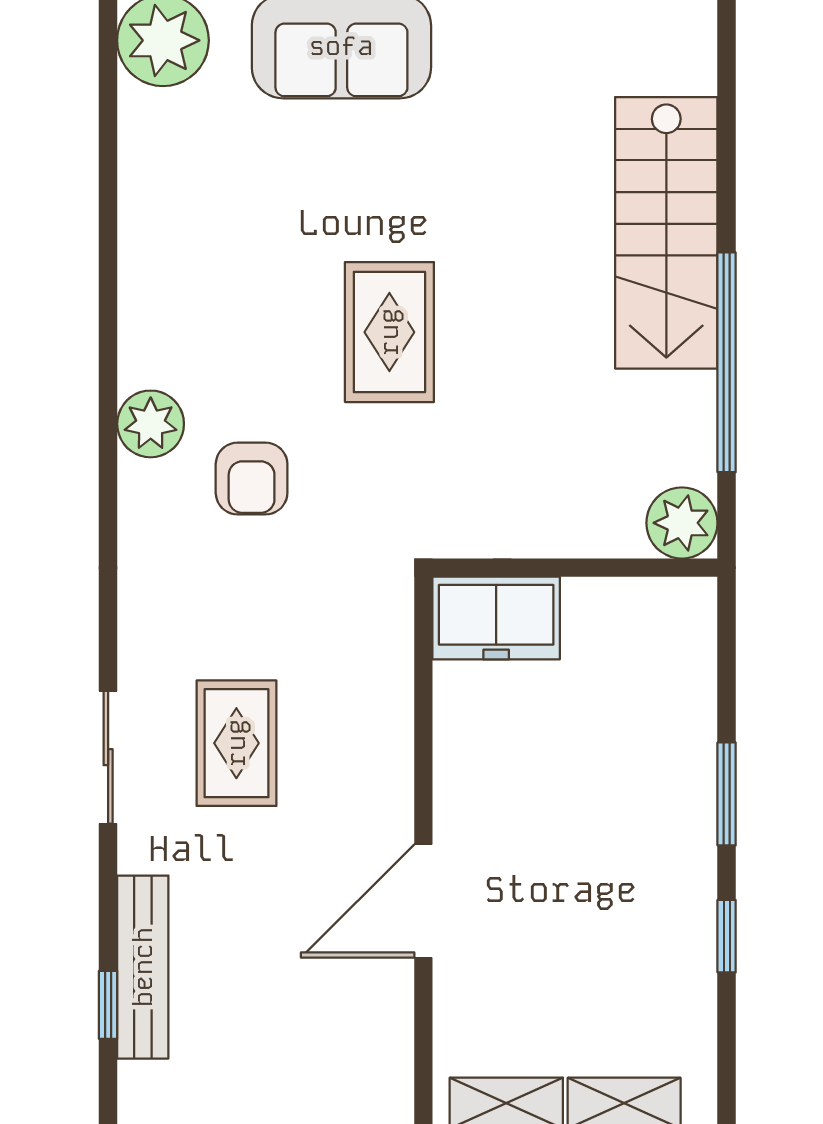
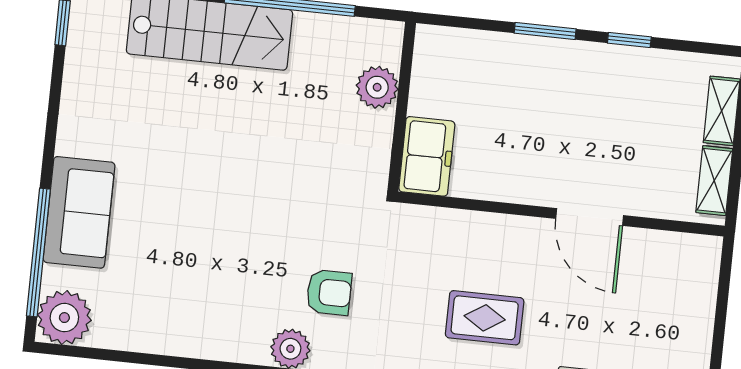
rug: (389, 332) -> (251, 202), removed
plant: (682, 523) -> (377, 87), moved

